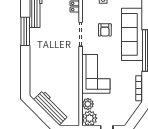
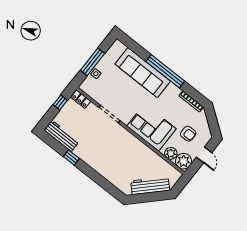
armchair: (105, 30) -> (188, 134), moved
window: (25, 31) -> (71, 157), width x0.46

